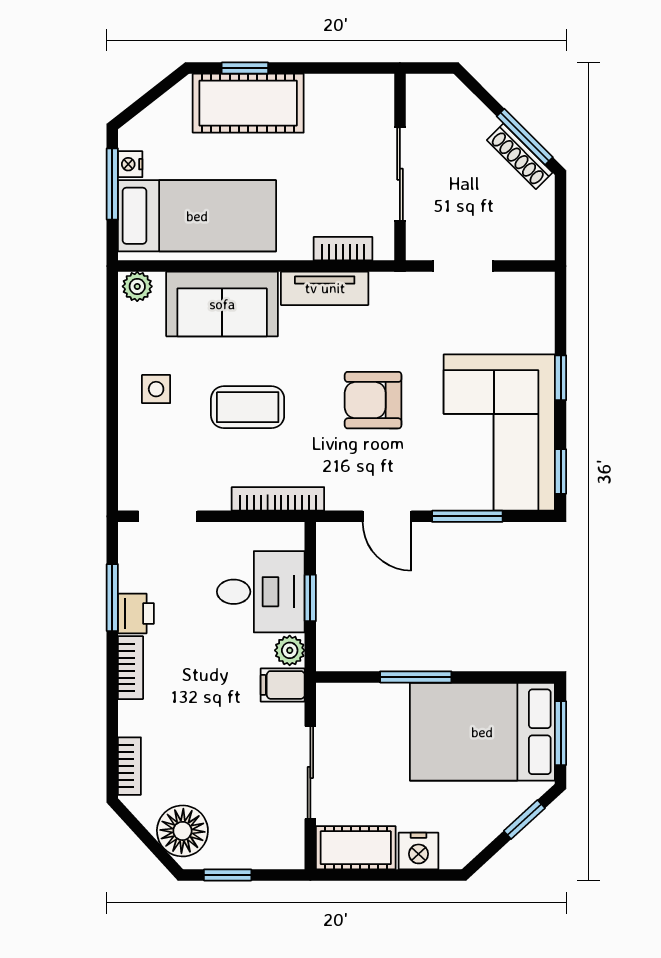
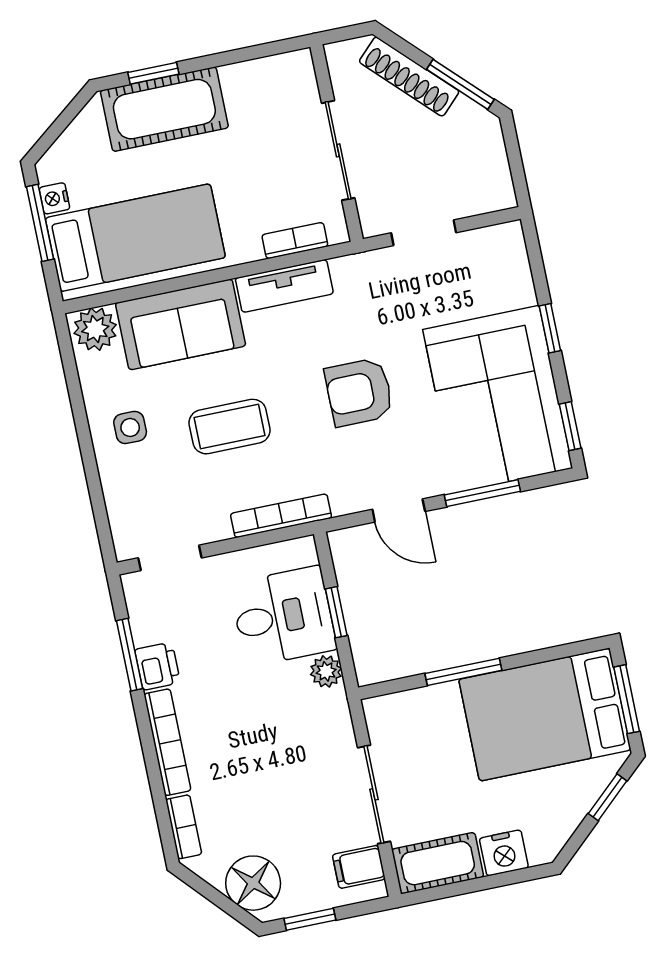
shoe rack: (520, 156) -> (409, 77), moved, width x1.36, depth x1.24
plant: (137, 286) -> (95, 329), width x1.38, depth x1.38
bookcase: (130, 668) -> (167, 742), width x1.56
filing cabinet: (283, 685) -> (359, 867), moved

